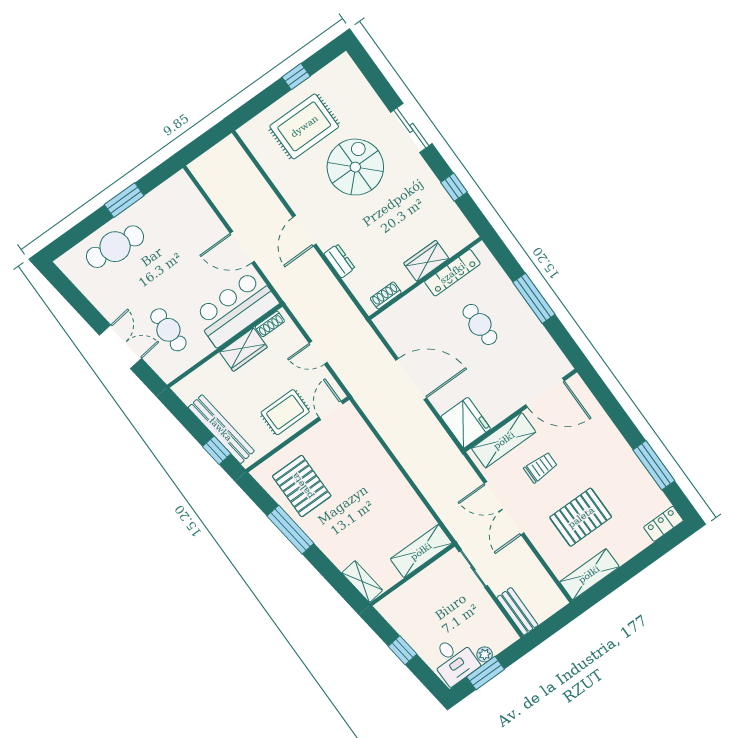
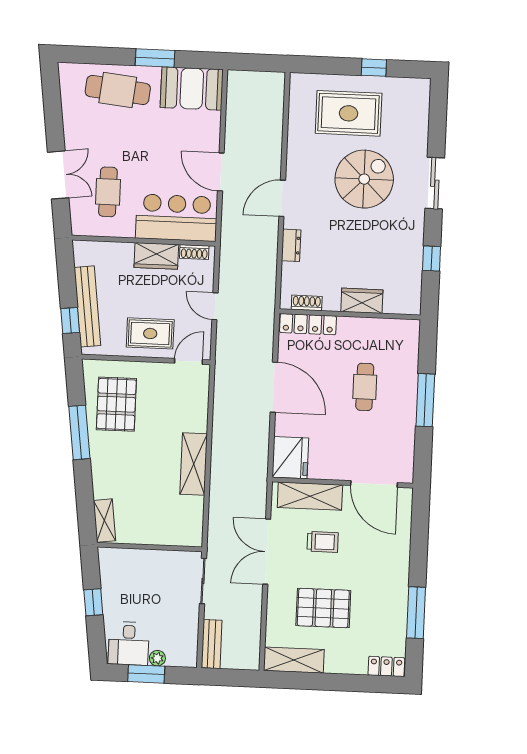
booth: (170, 201) -> (192, 88), added
locker: (452, 273) -> (308, 324), moved
shelving: (421, 551) -> (194, 464), moved, turned 90

